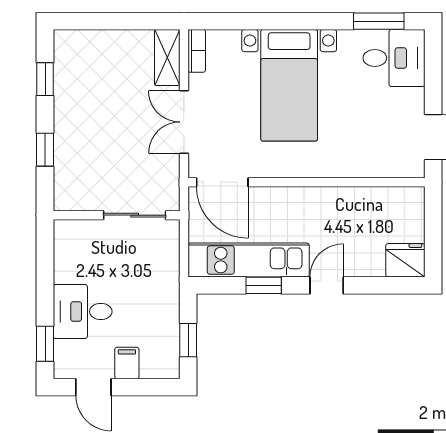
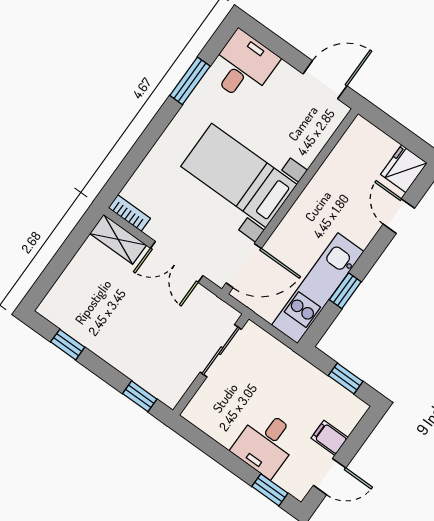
window: (379, 21) -> (190, 81), moved
bed with nightstands: (289, 85) -> (239, 175), moved, turned 180
window: (45, 150) -> (140, 396), moved
door: (327, 285) -> (399, 216), moved

